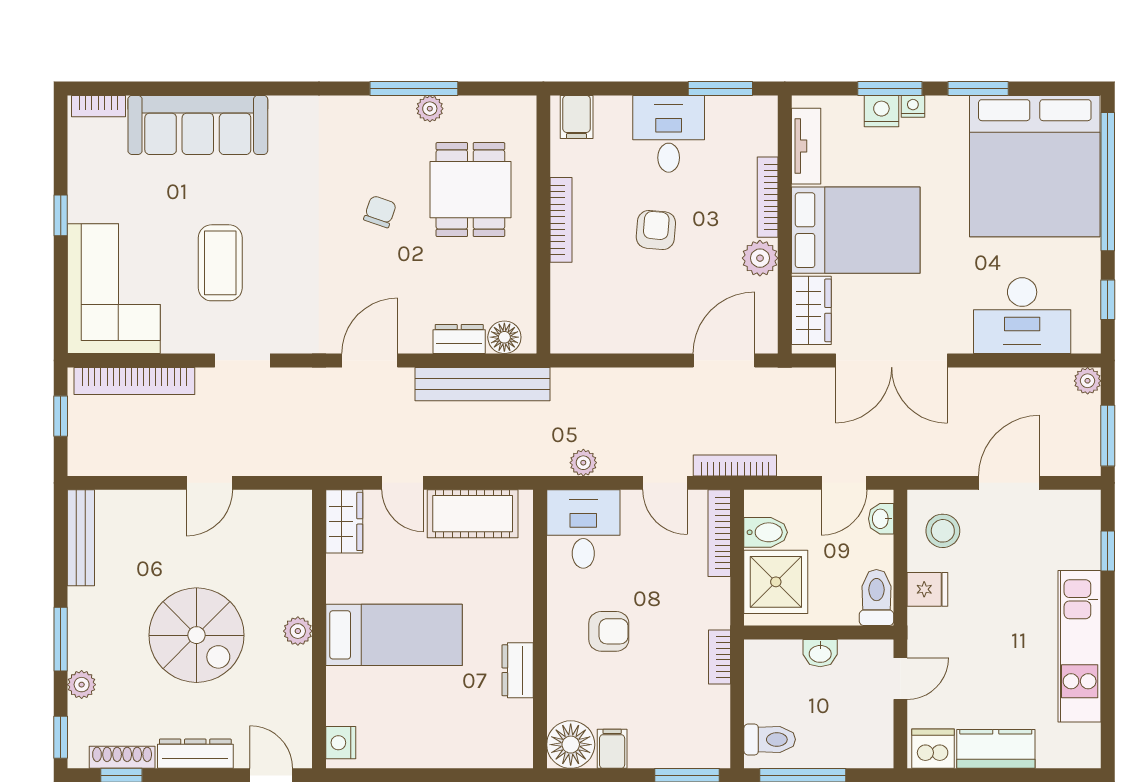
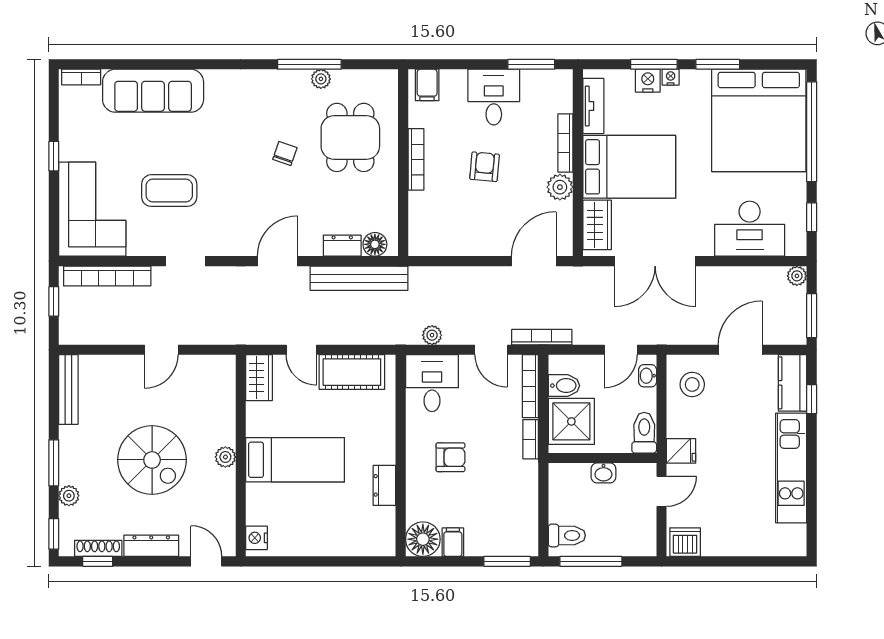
coffee table: (220, 263) -> (169, 191), turned 90
fridge: (927, 589) -> (681, 451), moved
bookcase: (720, 657) -> (531, 439), moved
kitchen counter: (996, 749) -> (793, 383), moved, turned -90

